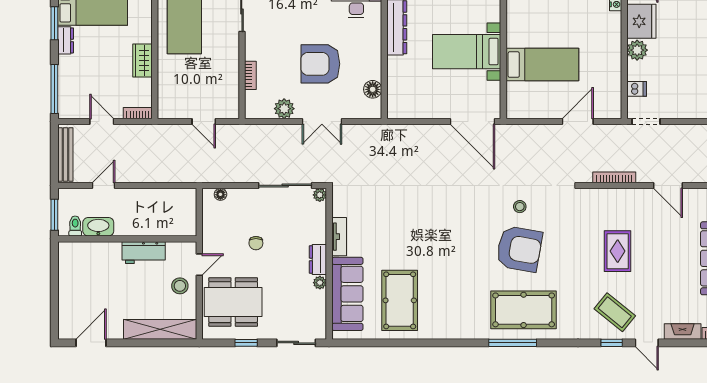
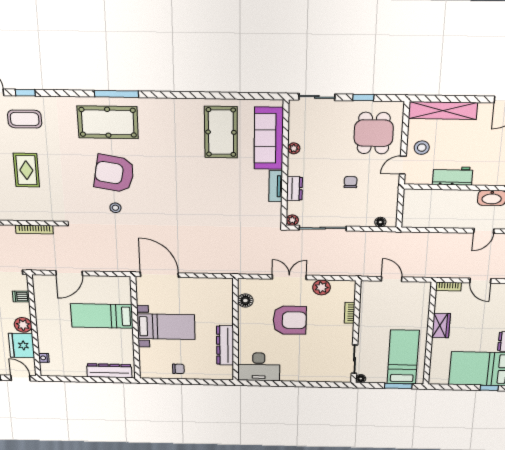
dresser: (318, 259) -> (295, 189), moved
dining table: (233, 302) -> (374, 133), width x0.73
coffee table: (615, 312) -> (25, 119), turned -39

